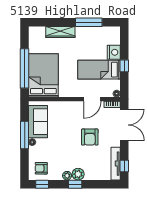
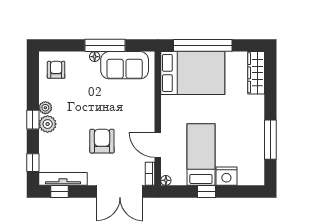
wardrobe: (60, 32) -> (256, 73), moved
armchair: (90, 137) -> (102, 141), turned 90
window: (42, 184) -> (33, 163), moved

